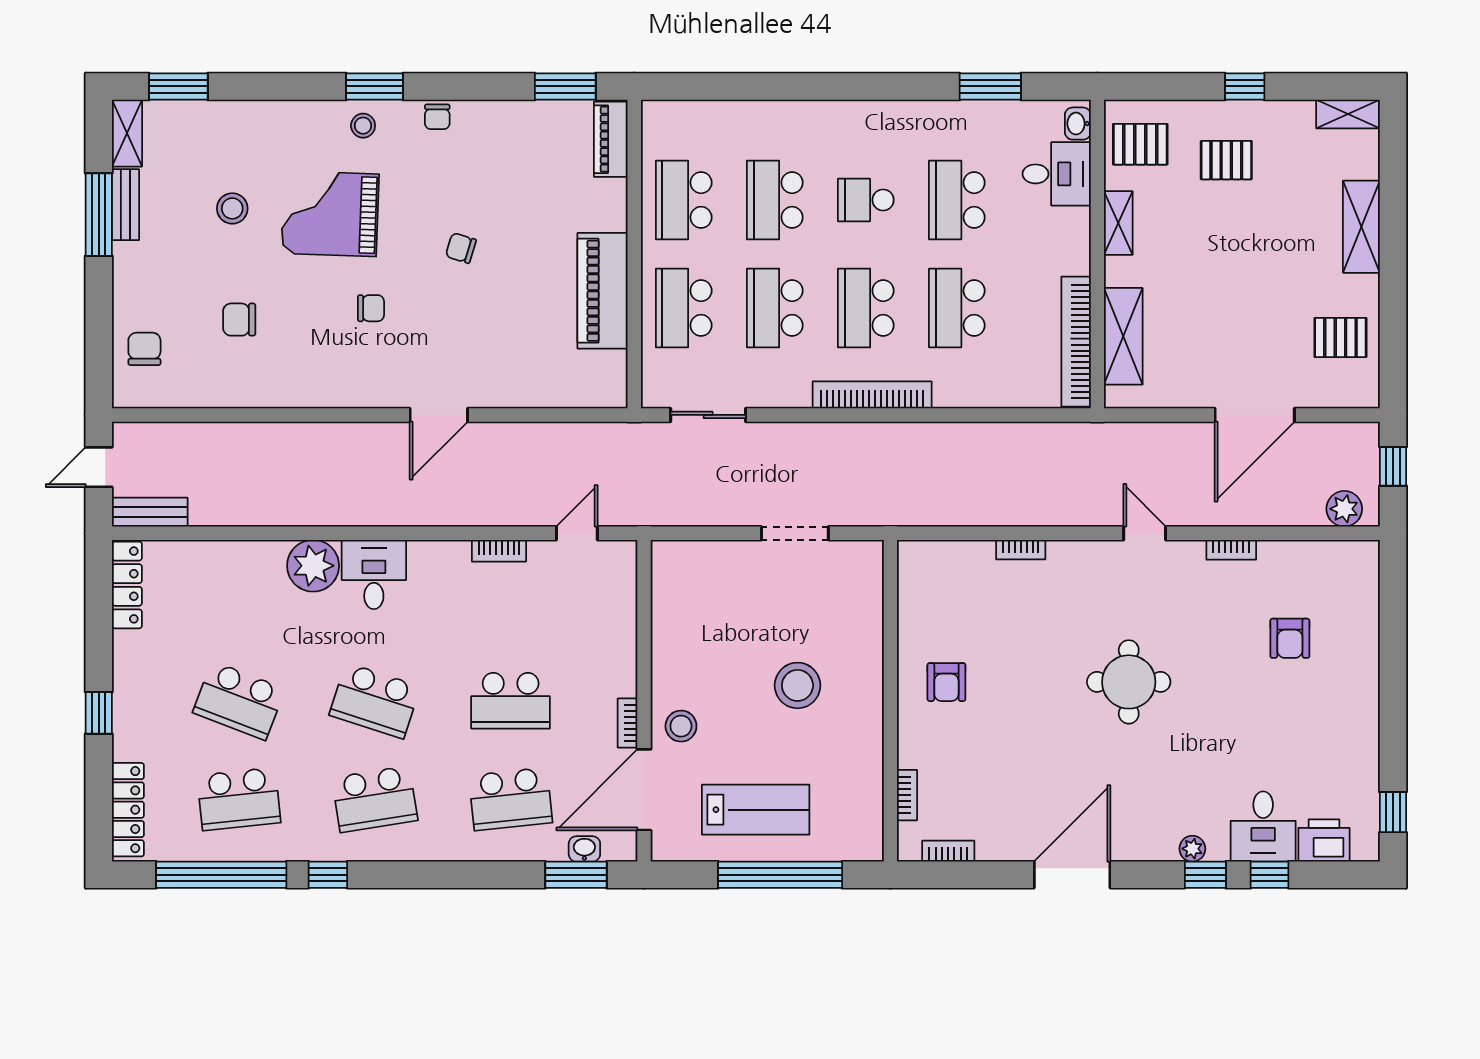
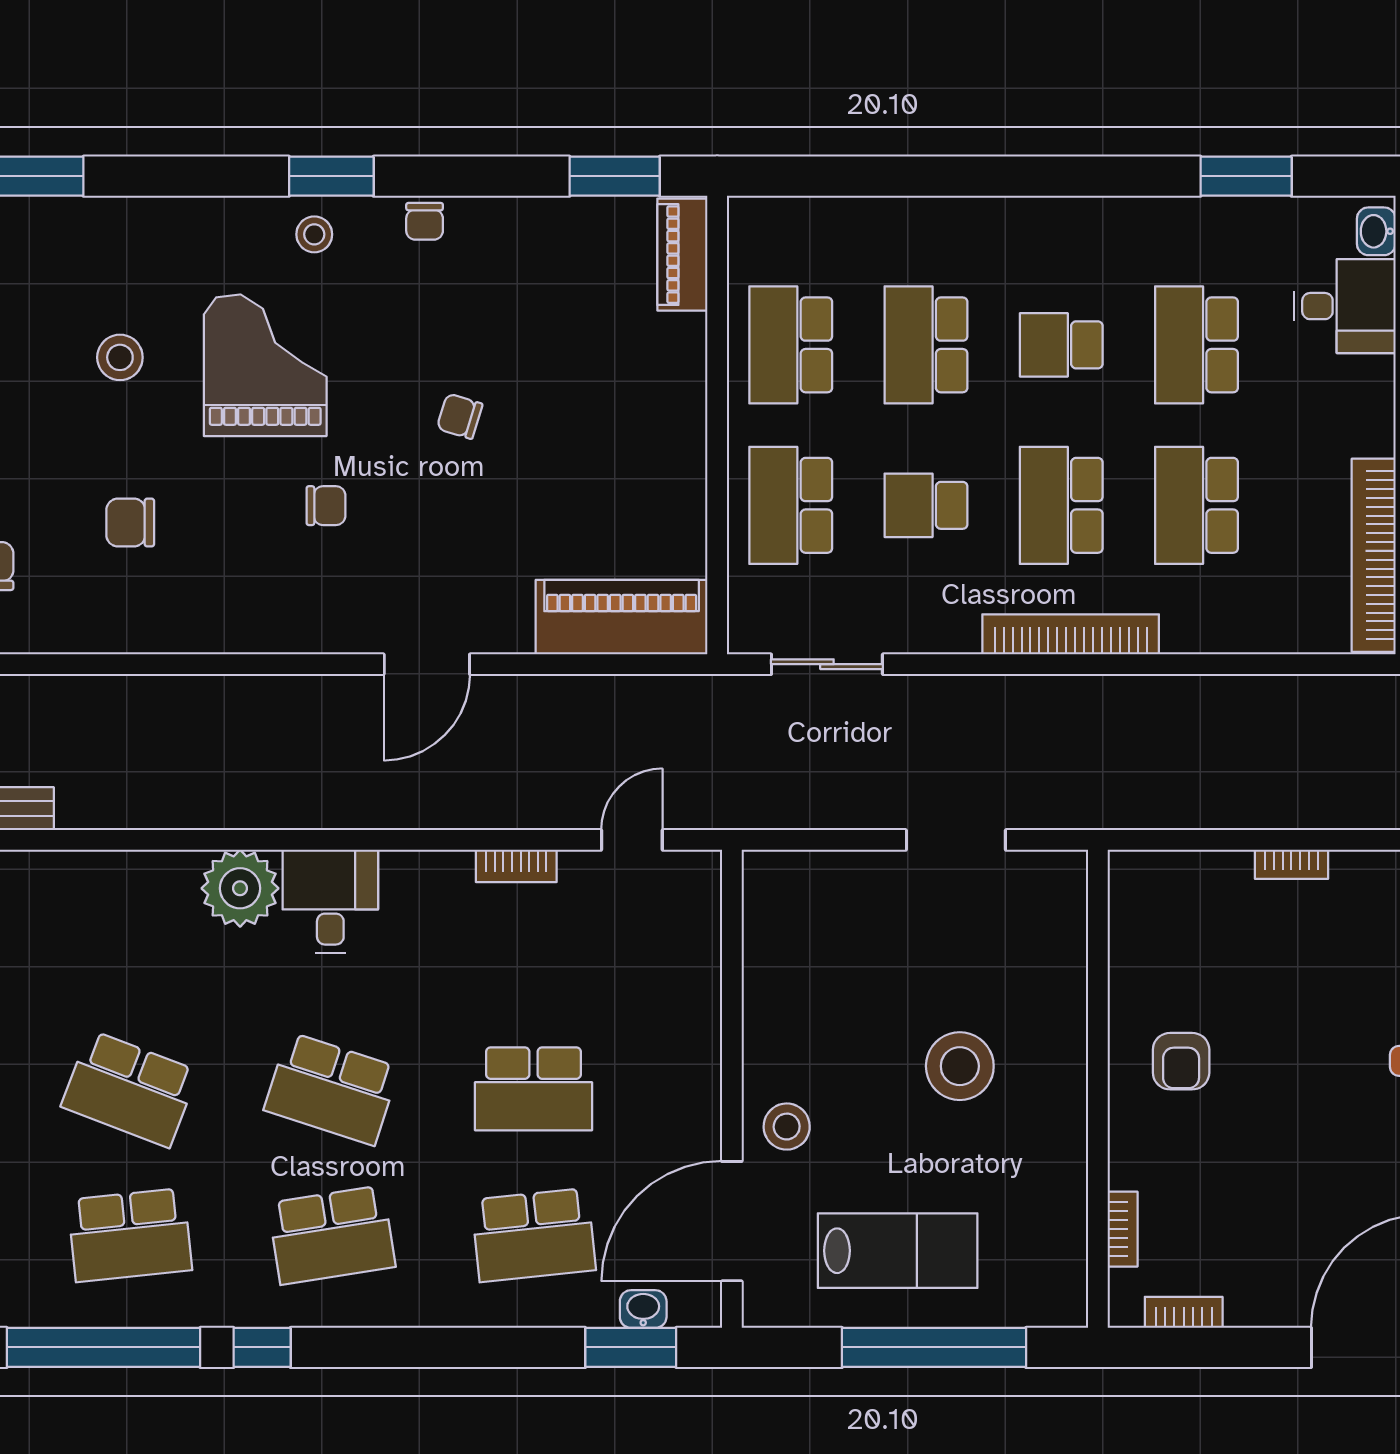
grand piano: (330, 214) -> (265, 365), turned 88
piano: (603, 291) -> (622, 617), moved, turned 90
school desk: (775, 308) -> (926, 505), width x0.54
bookcase: (628, 723) -> (707, 1122), removed

